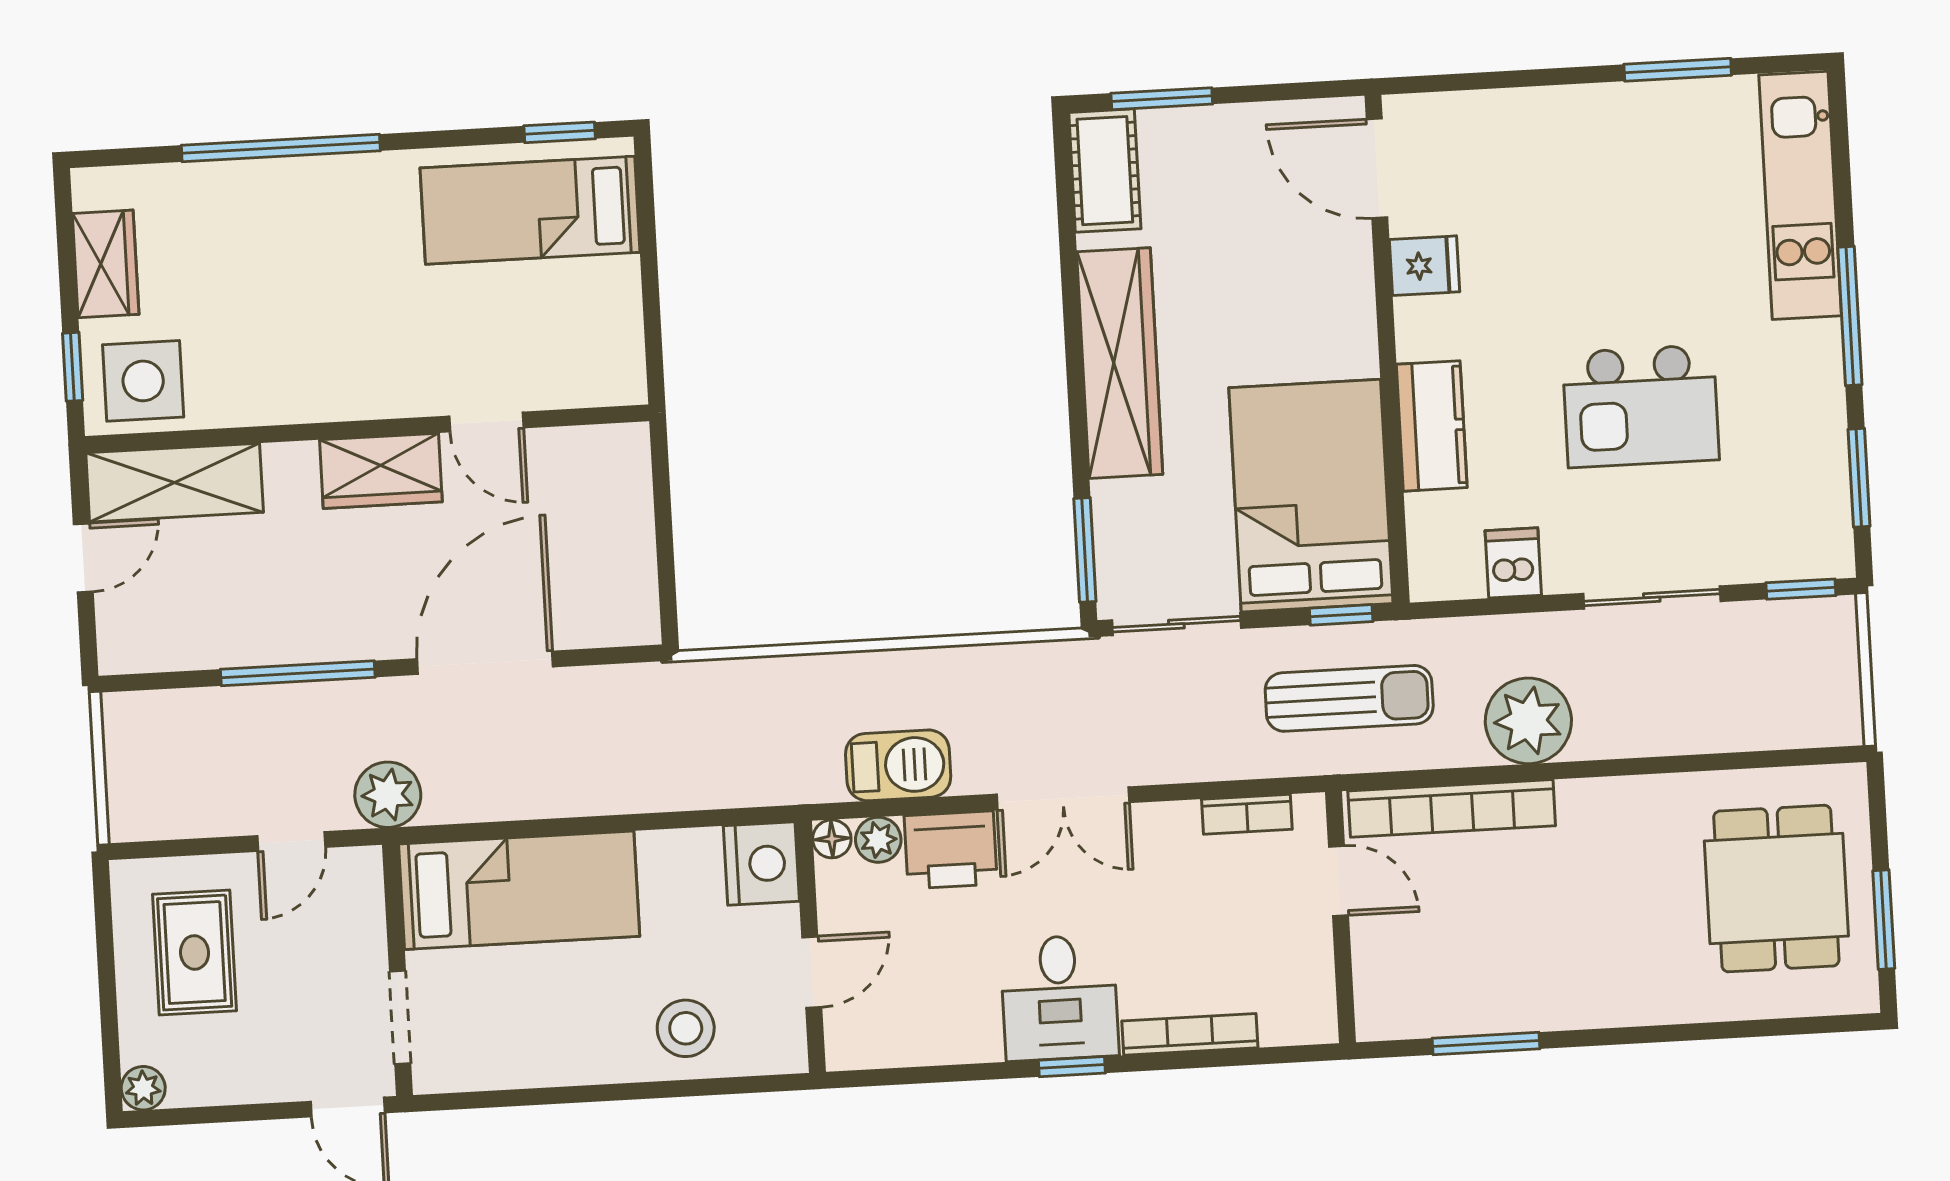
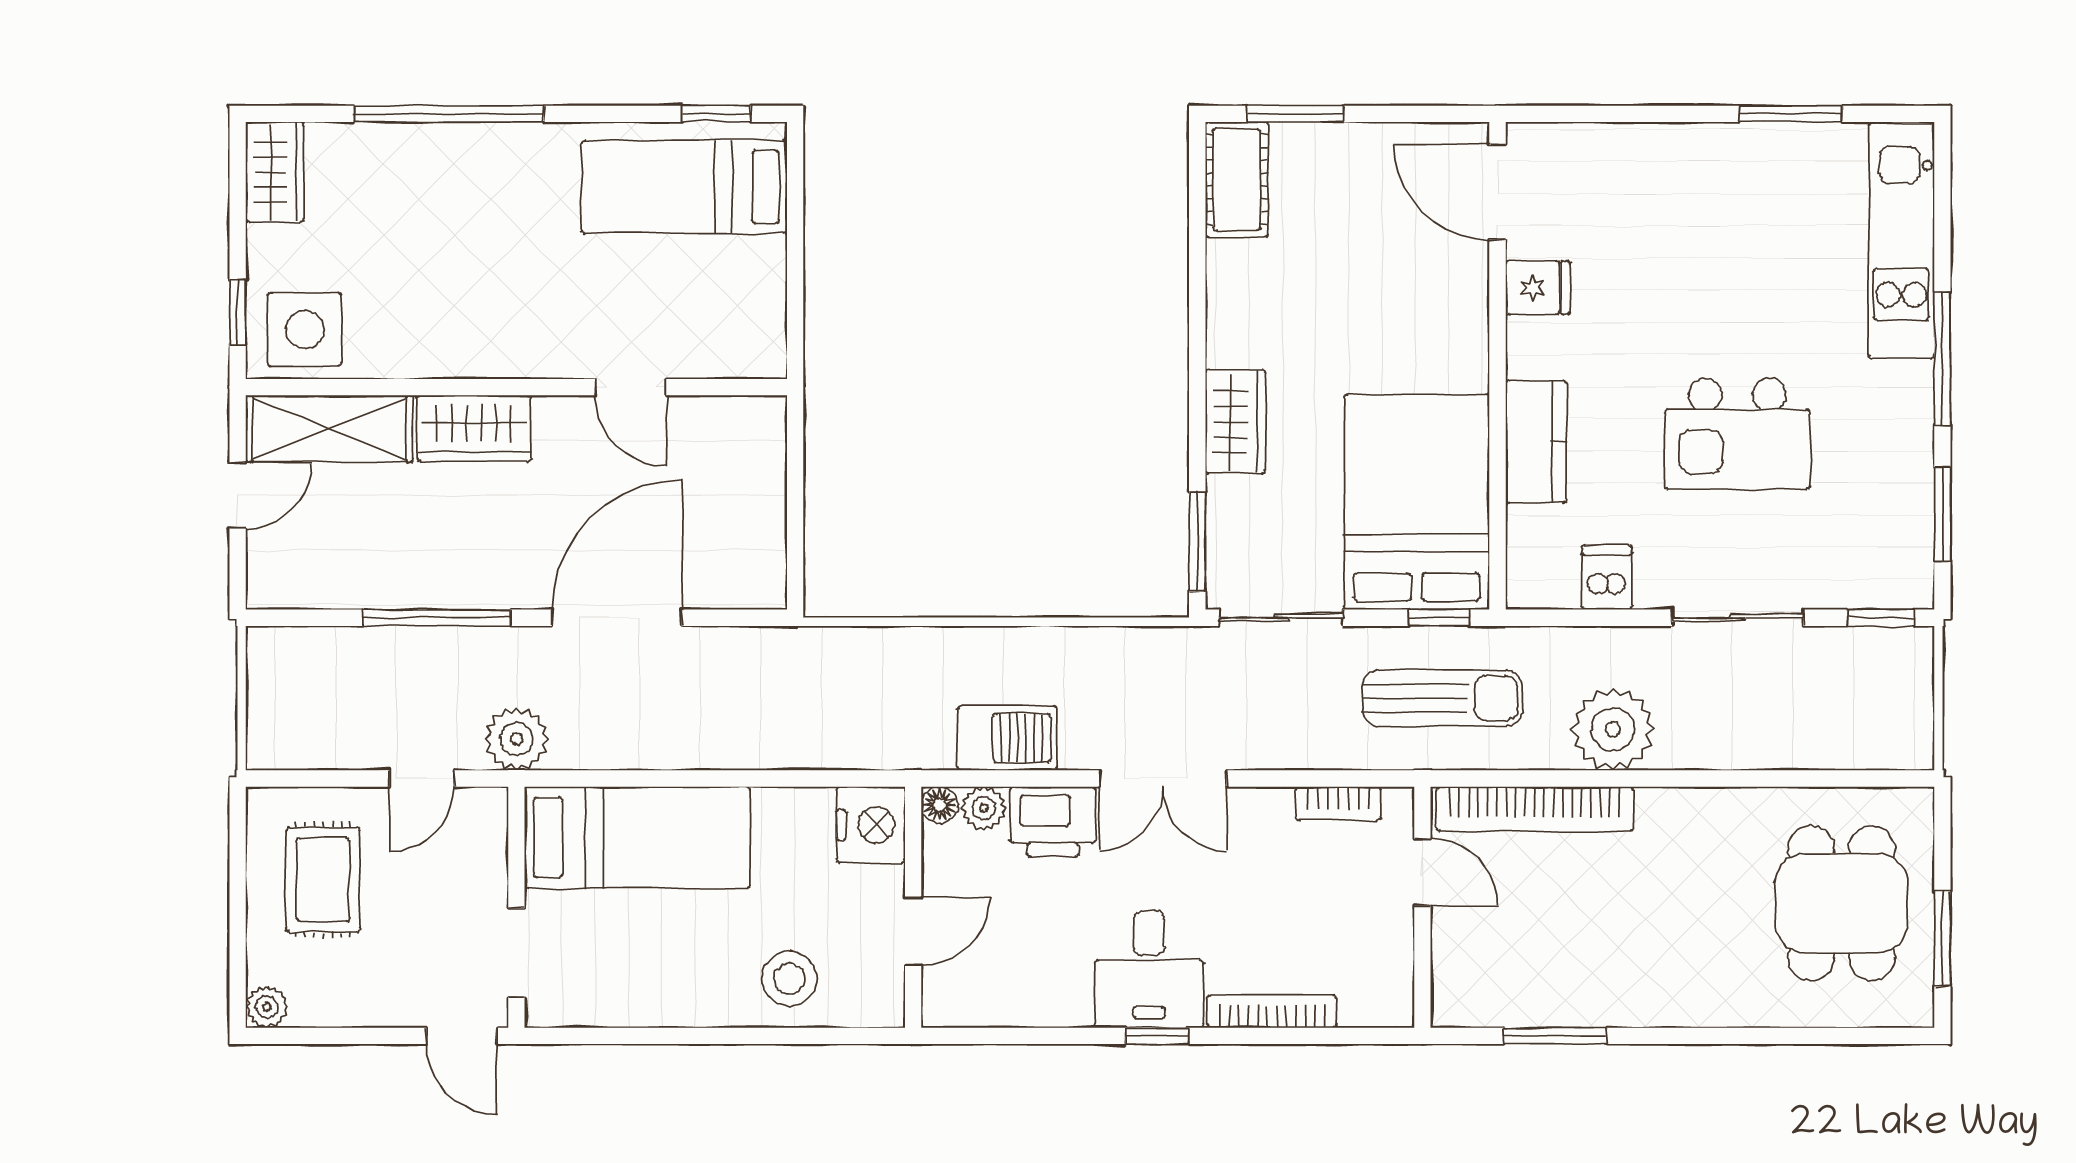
wardrobe: (106, 264) -> (275, 172), moved
wardrobe: (1120, 363) -> (1235, 422), width x0.48, depth x0.85
wardrobe: (381, 471) -> (474, 428), moved

